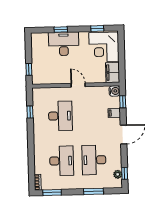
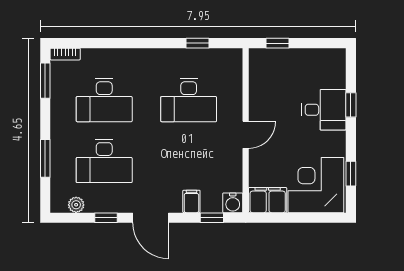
desk: (64, 44) -> (324, 110), width x0.73
desk: (94, 160) -> (104, 161), turned 180
window: (125, 173) -> (106, 218), moved

